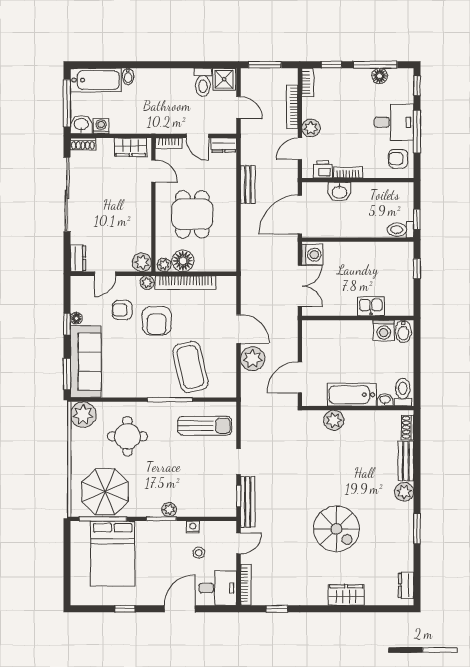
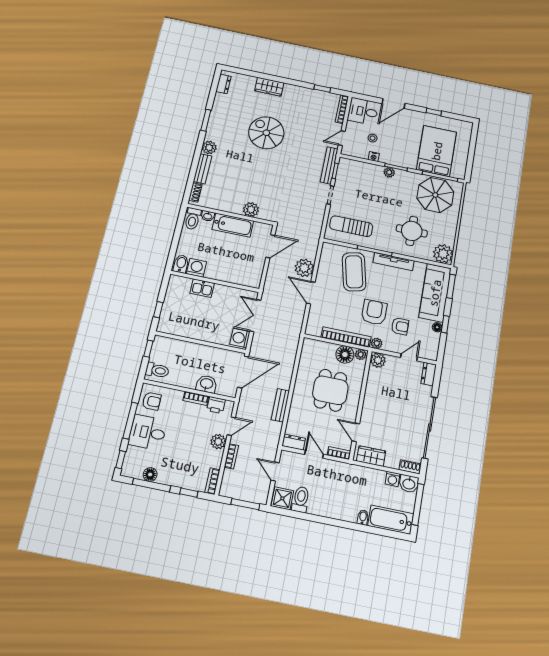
bookcase: (292, 107) -> (231, 456), width x0.64
toilet: (400, 230) -> (157, 370), moved
tv unit: (144, 391) -> (394, 262), added

